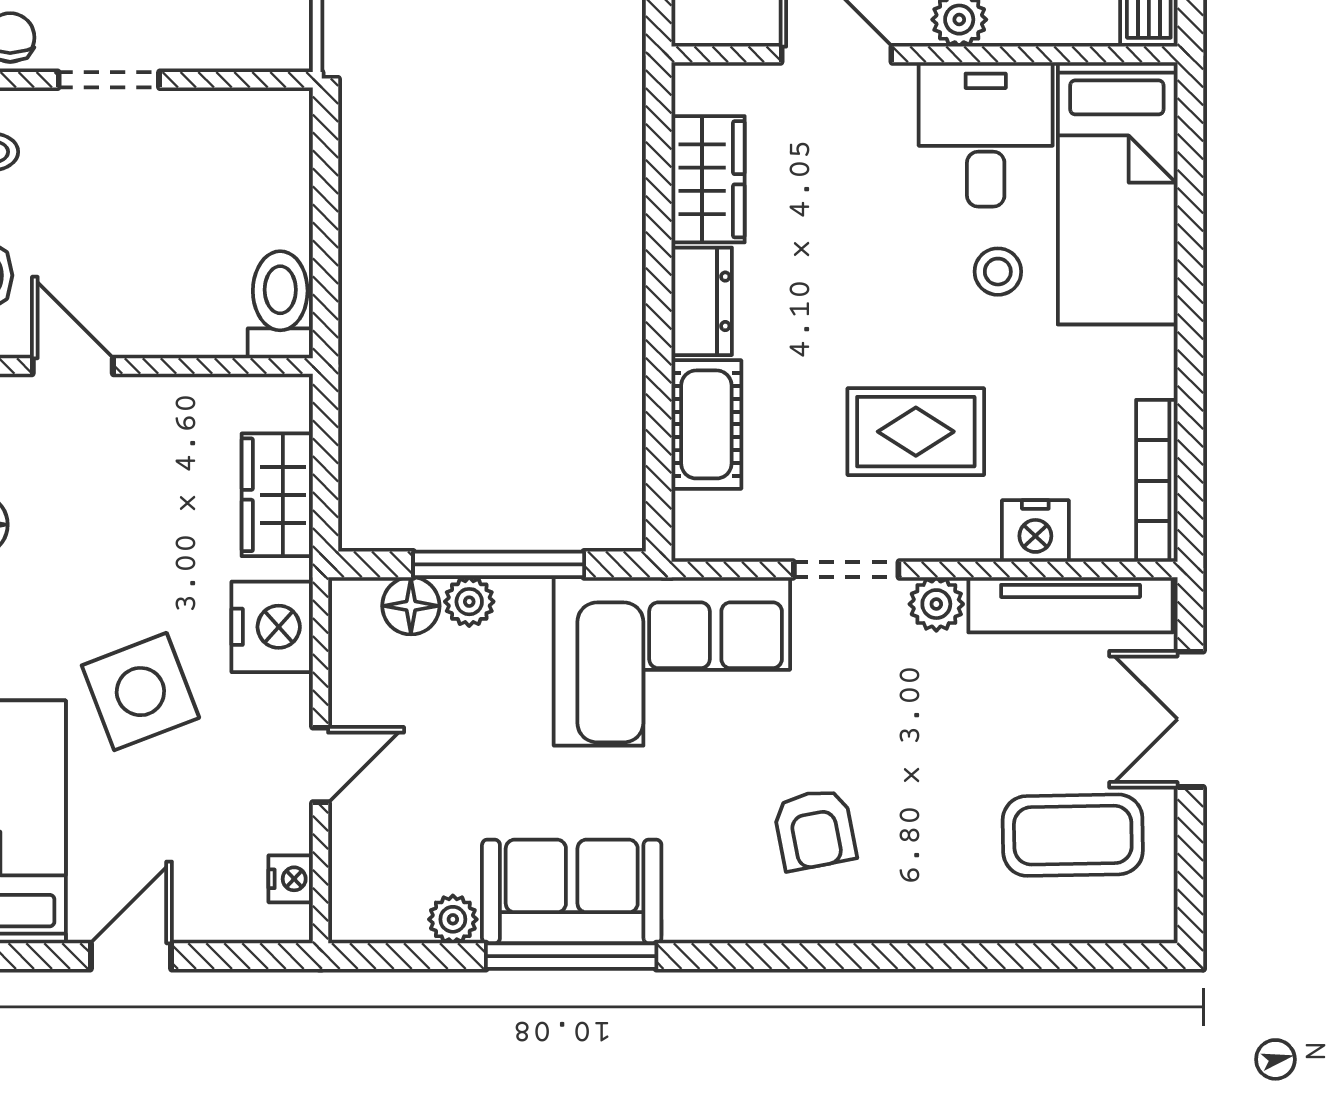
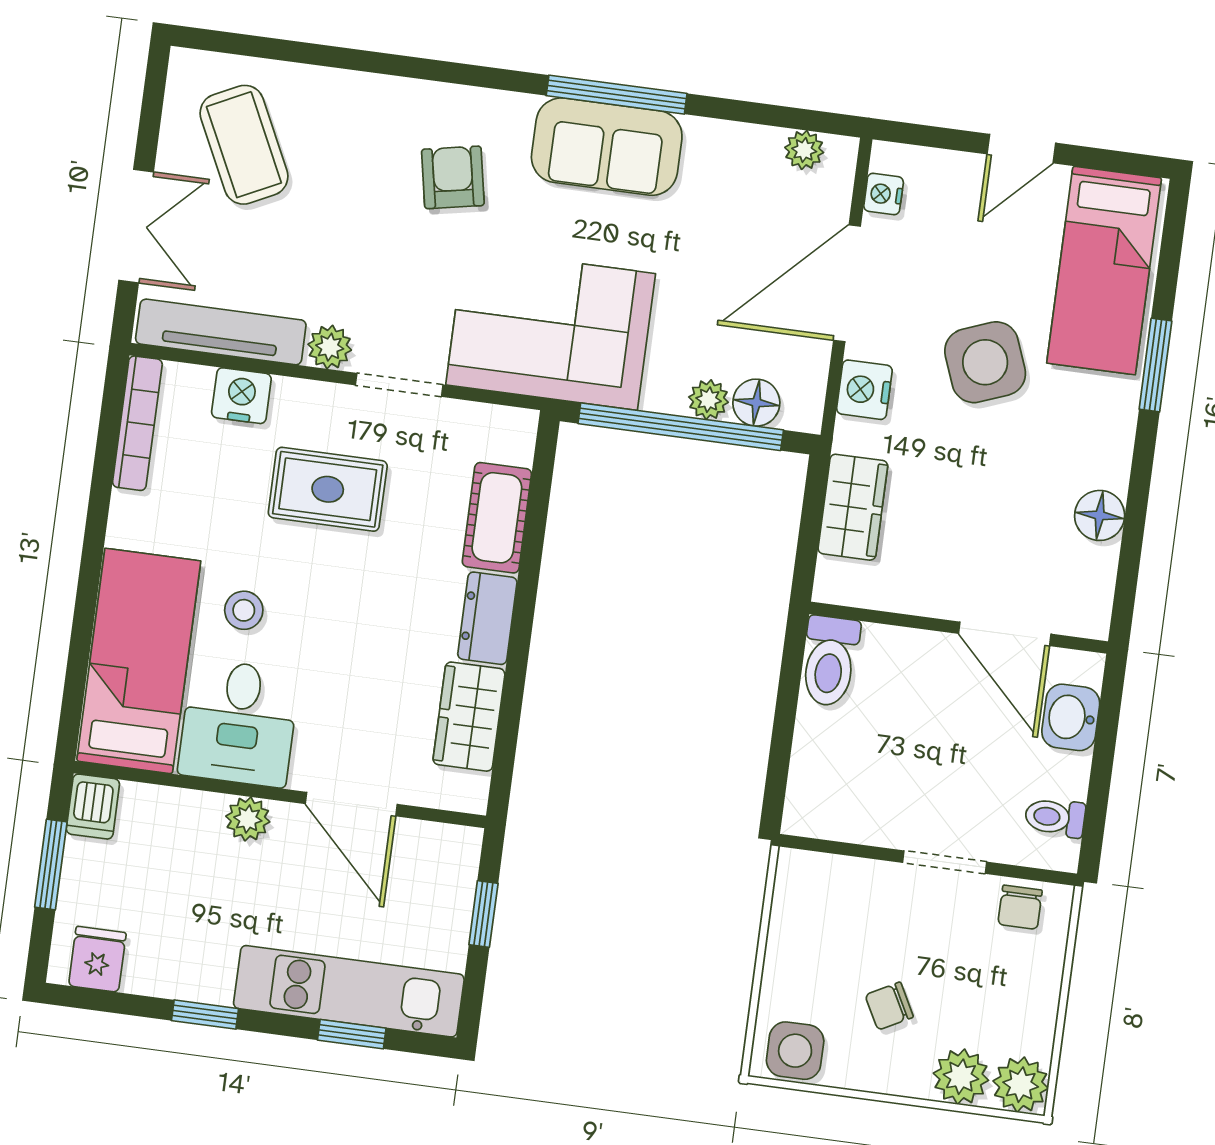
door: (73, 366) -> (1005, 634), width x1.38
window: (499, 564) -> (681, 427), width x1.46
nightstand: (272, 627) -> (864, 390), width x0.74, depth x0.75
door: (320, 765) -> (847, 283), width x1.88
coffee table: (1073, 835) -> (244, 145), turned 65
sofa: (572, 891) -> (607, 147), moved
plant: (453, 919) -> (804, 150), moved
window: (571, 956) -> (617, 95), moved

